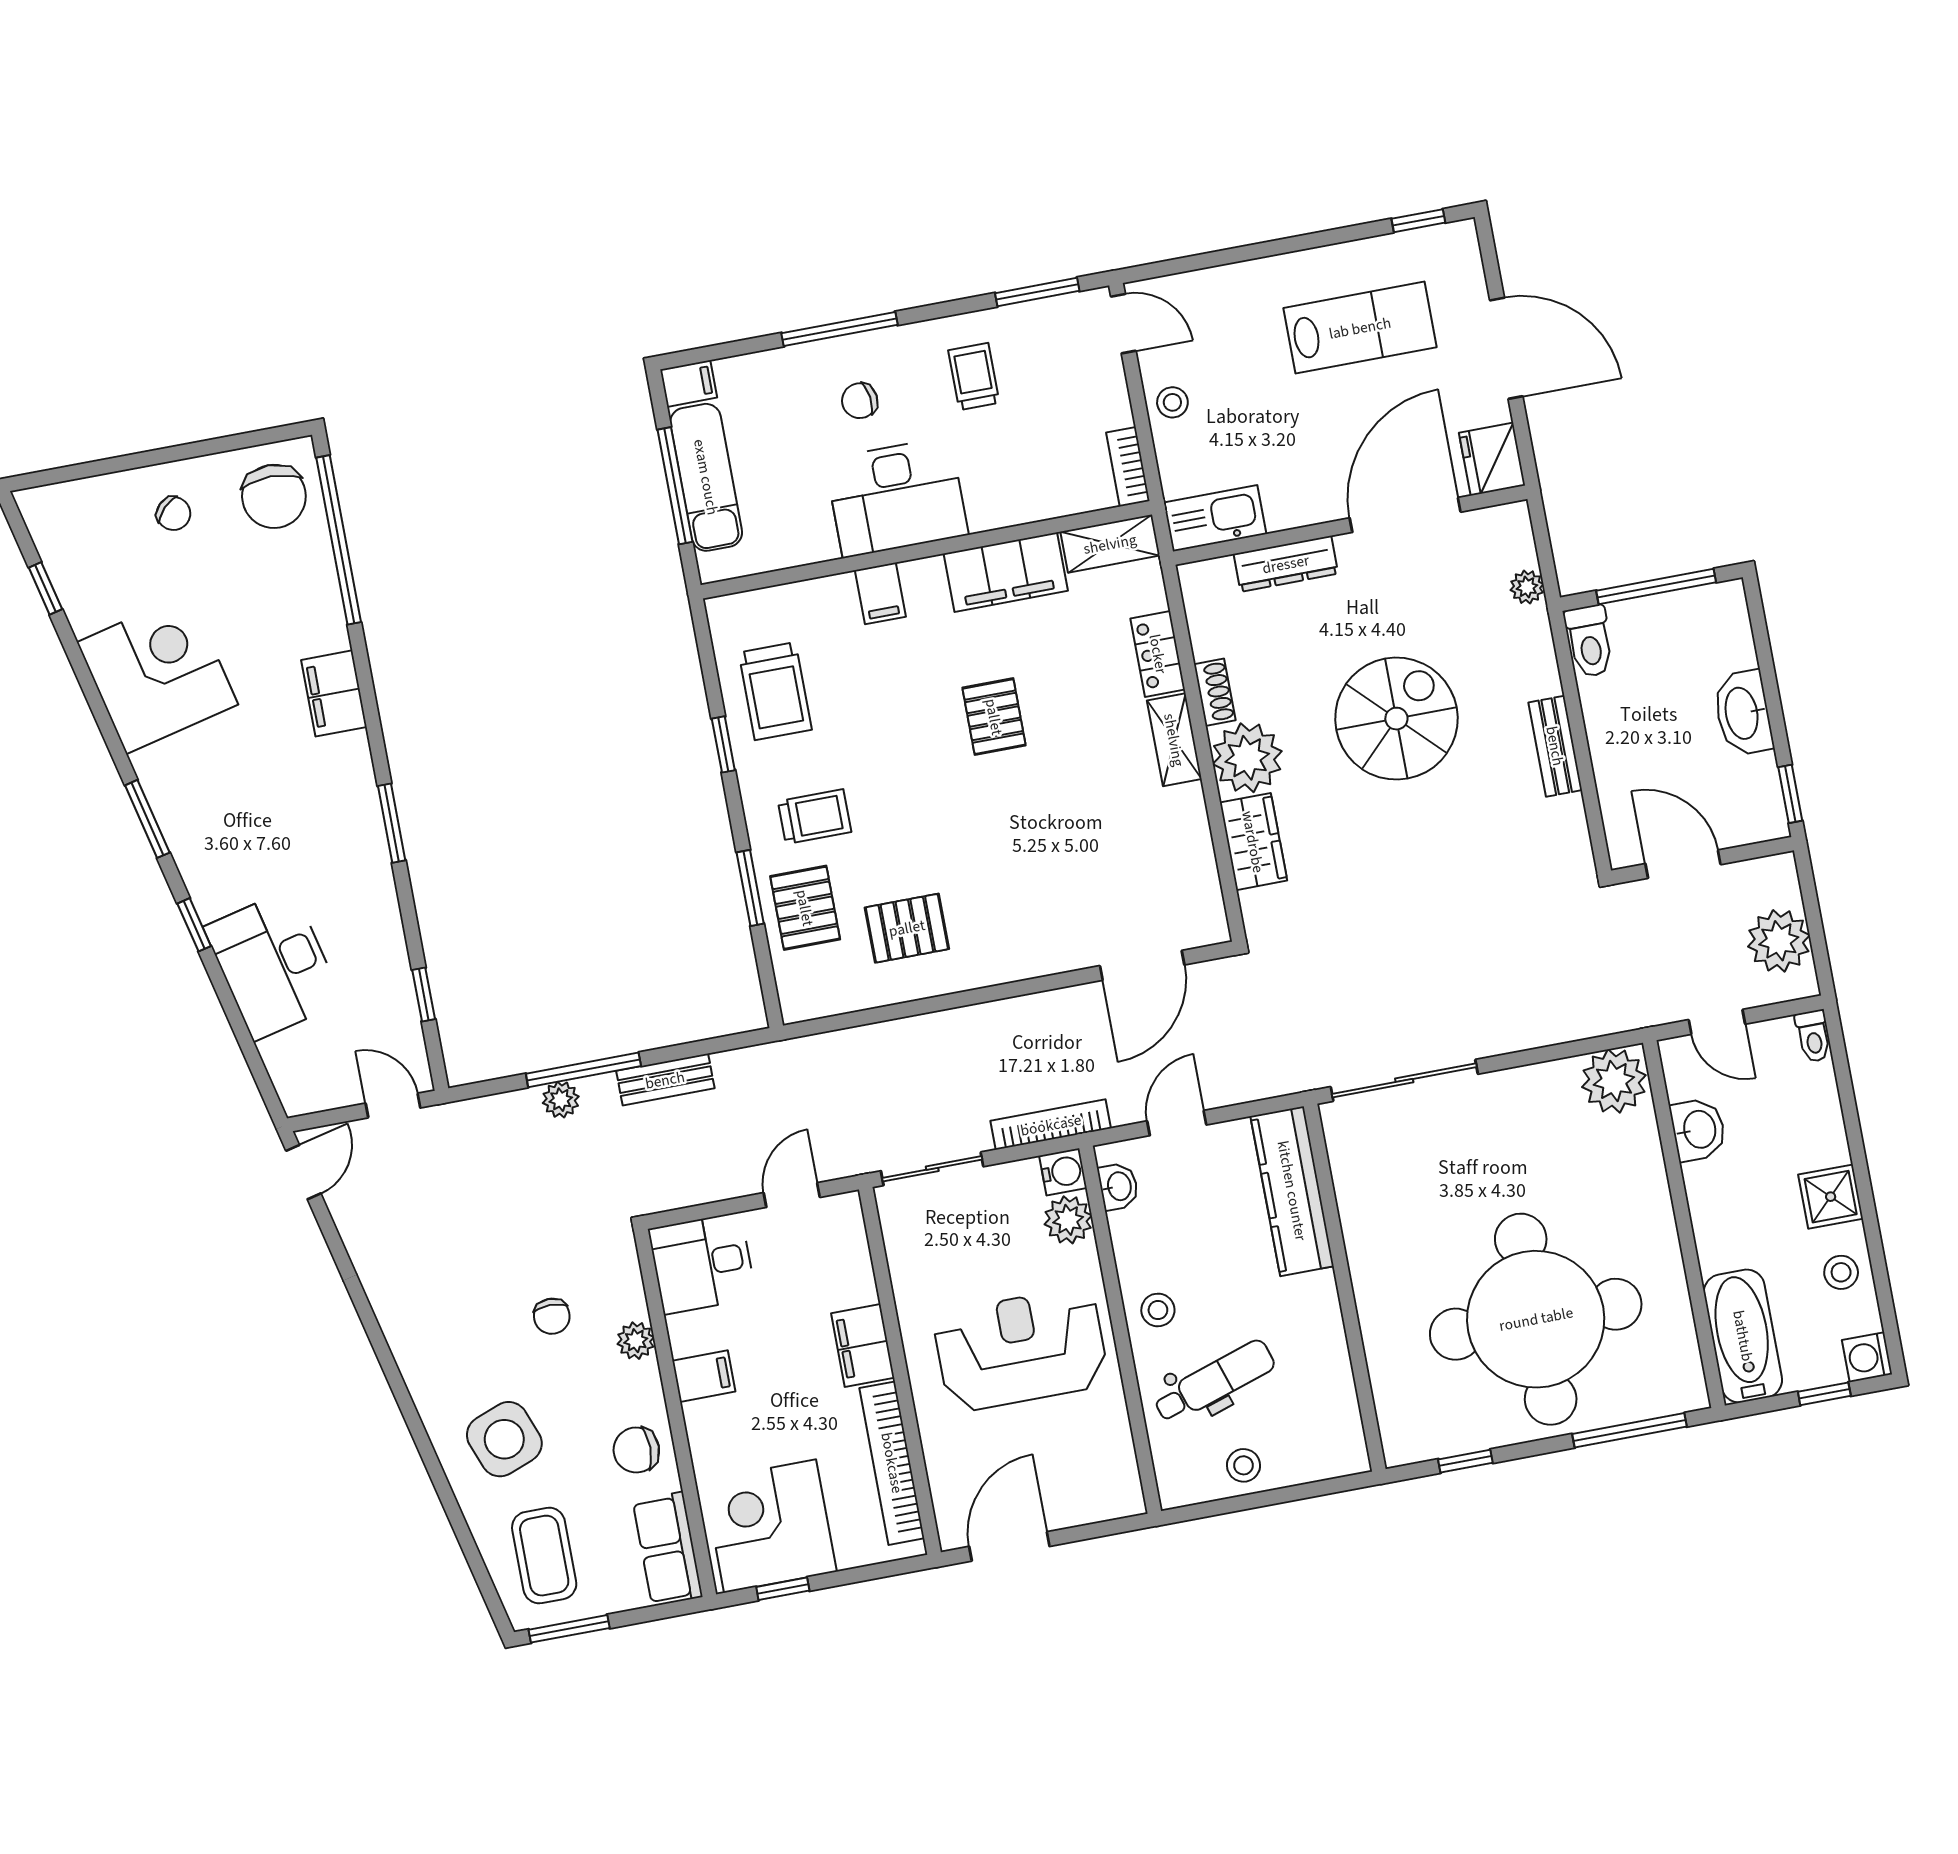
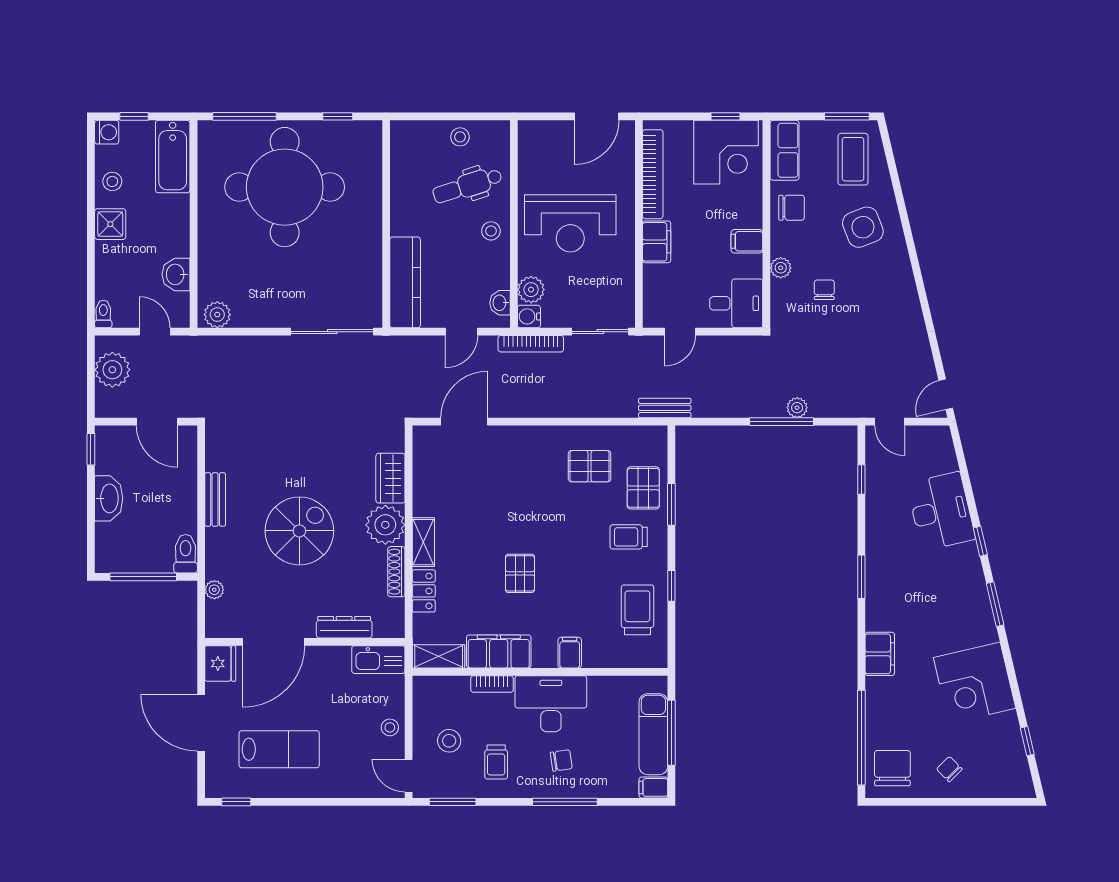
lab bench: (1360, 328) -> (279, 749), turned 180
stool: (1064, 398) -> (449, 741), added
bookcase: (1128, 467) -> (492, 684), moved, turned 90
shoe rack: (1215, 692) -> (396, 572), width x1.43
spiral stairs: (1396, 719) -> (299, 531), turned 180
bench: (665, 1080) -> (665, 408), moved
plant: (1614, 1081) -> (217, 315), width x0.73, depth x0.73

